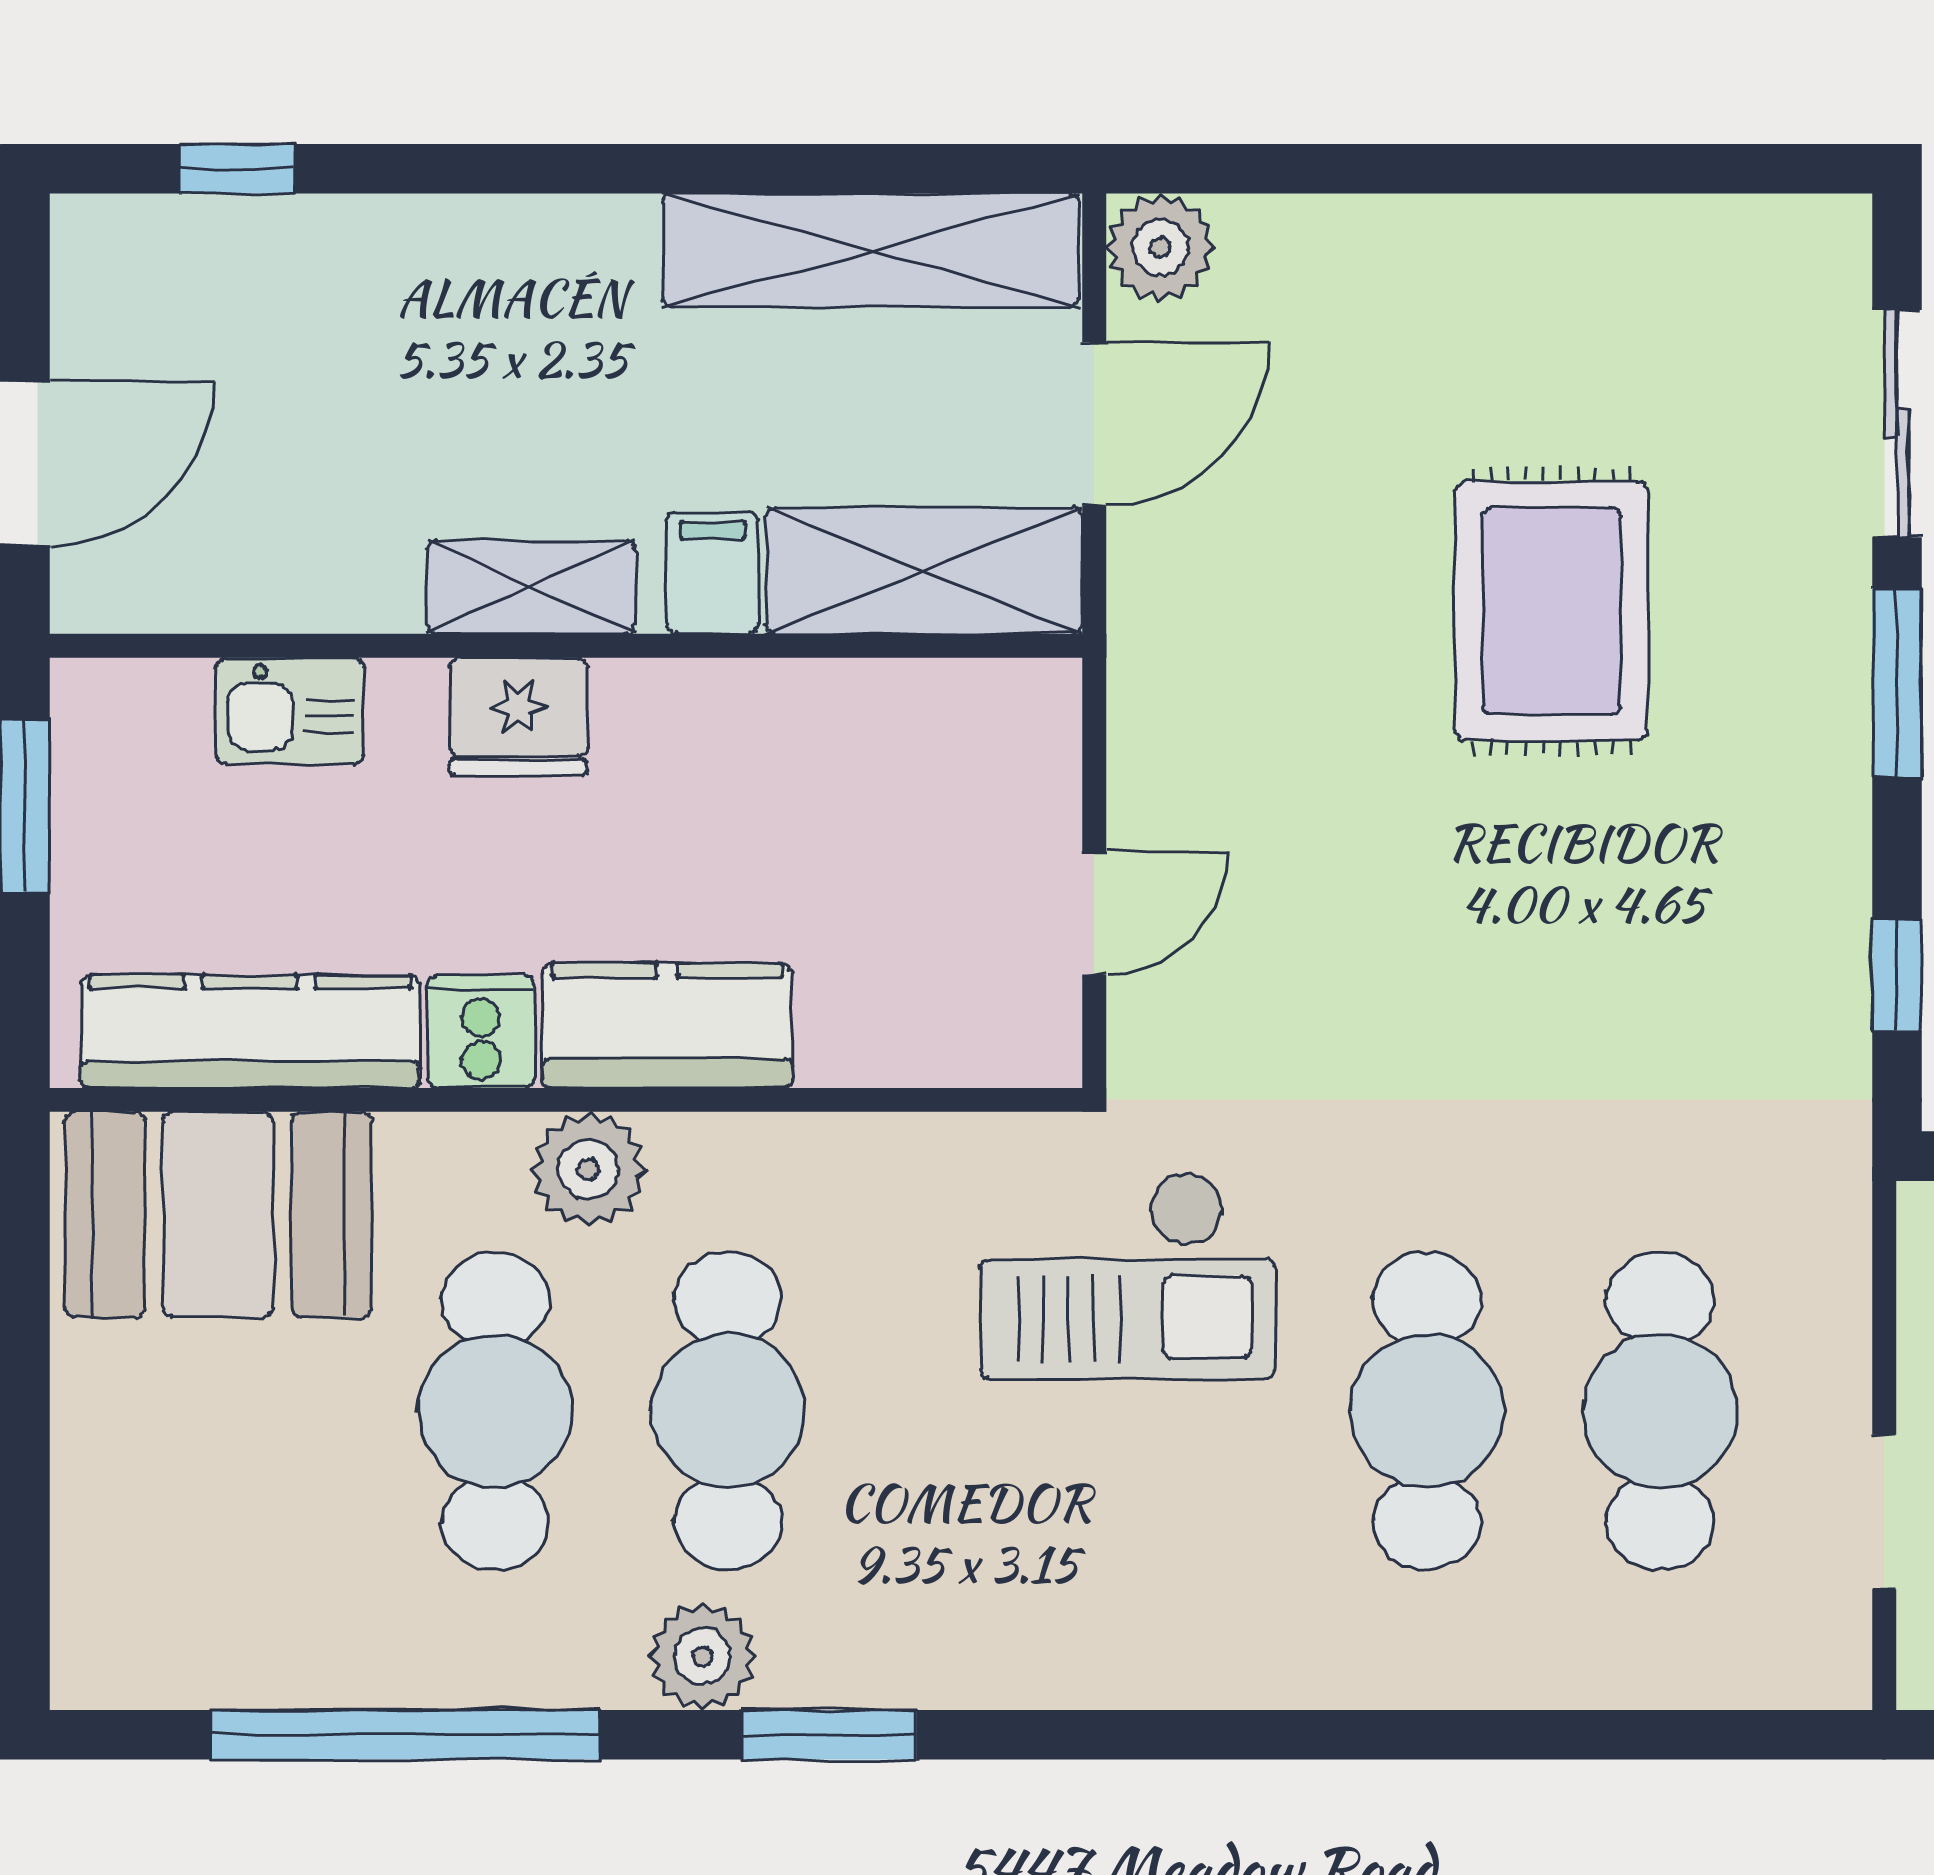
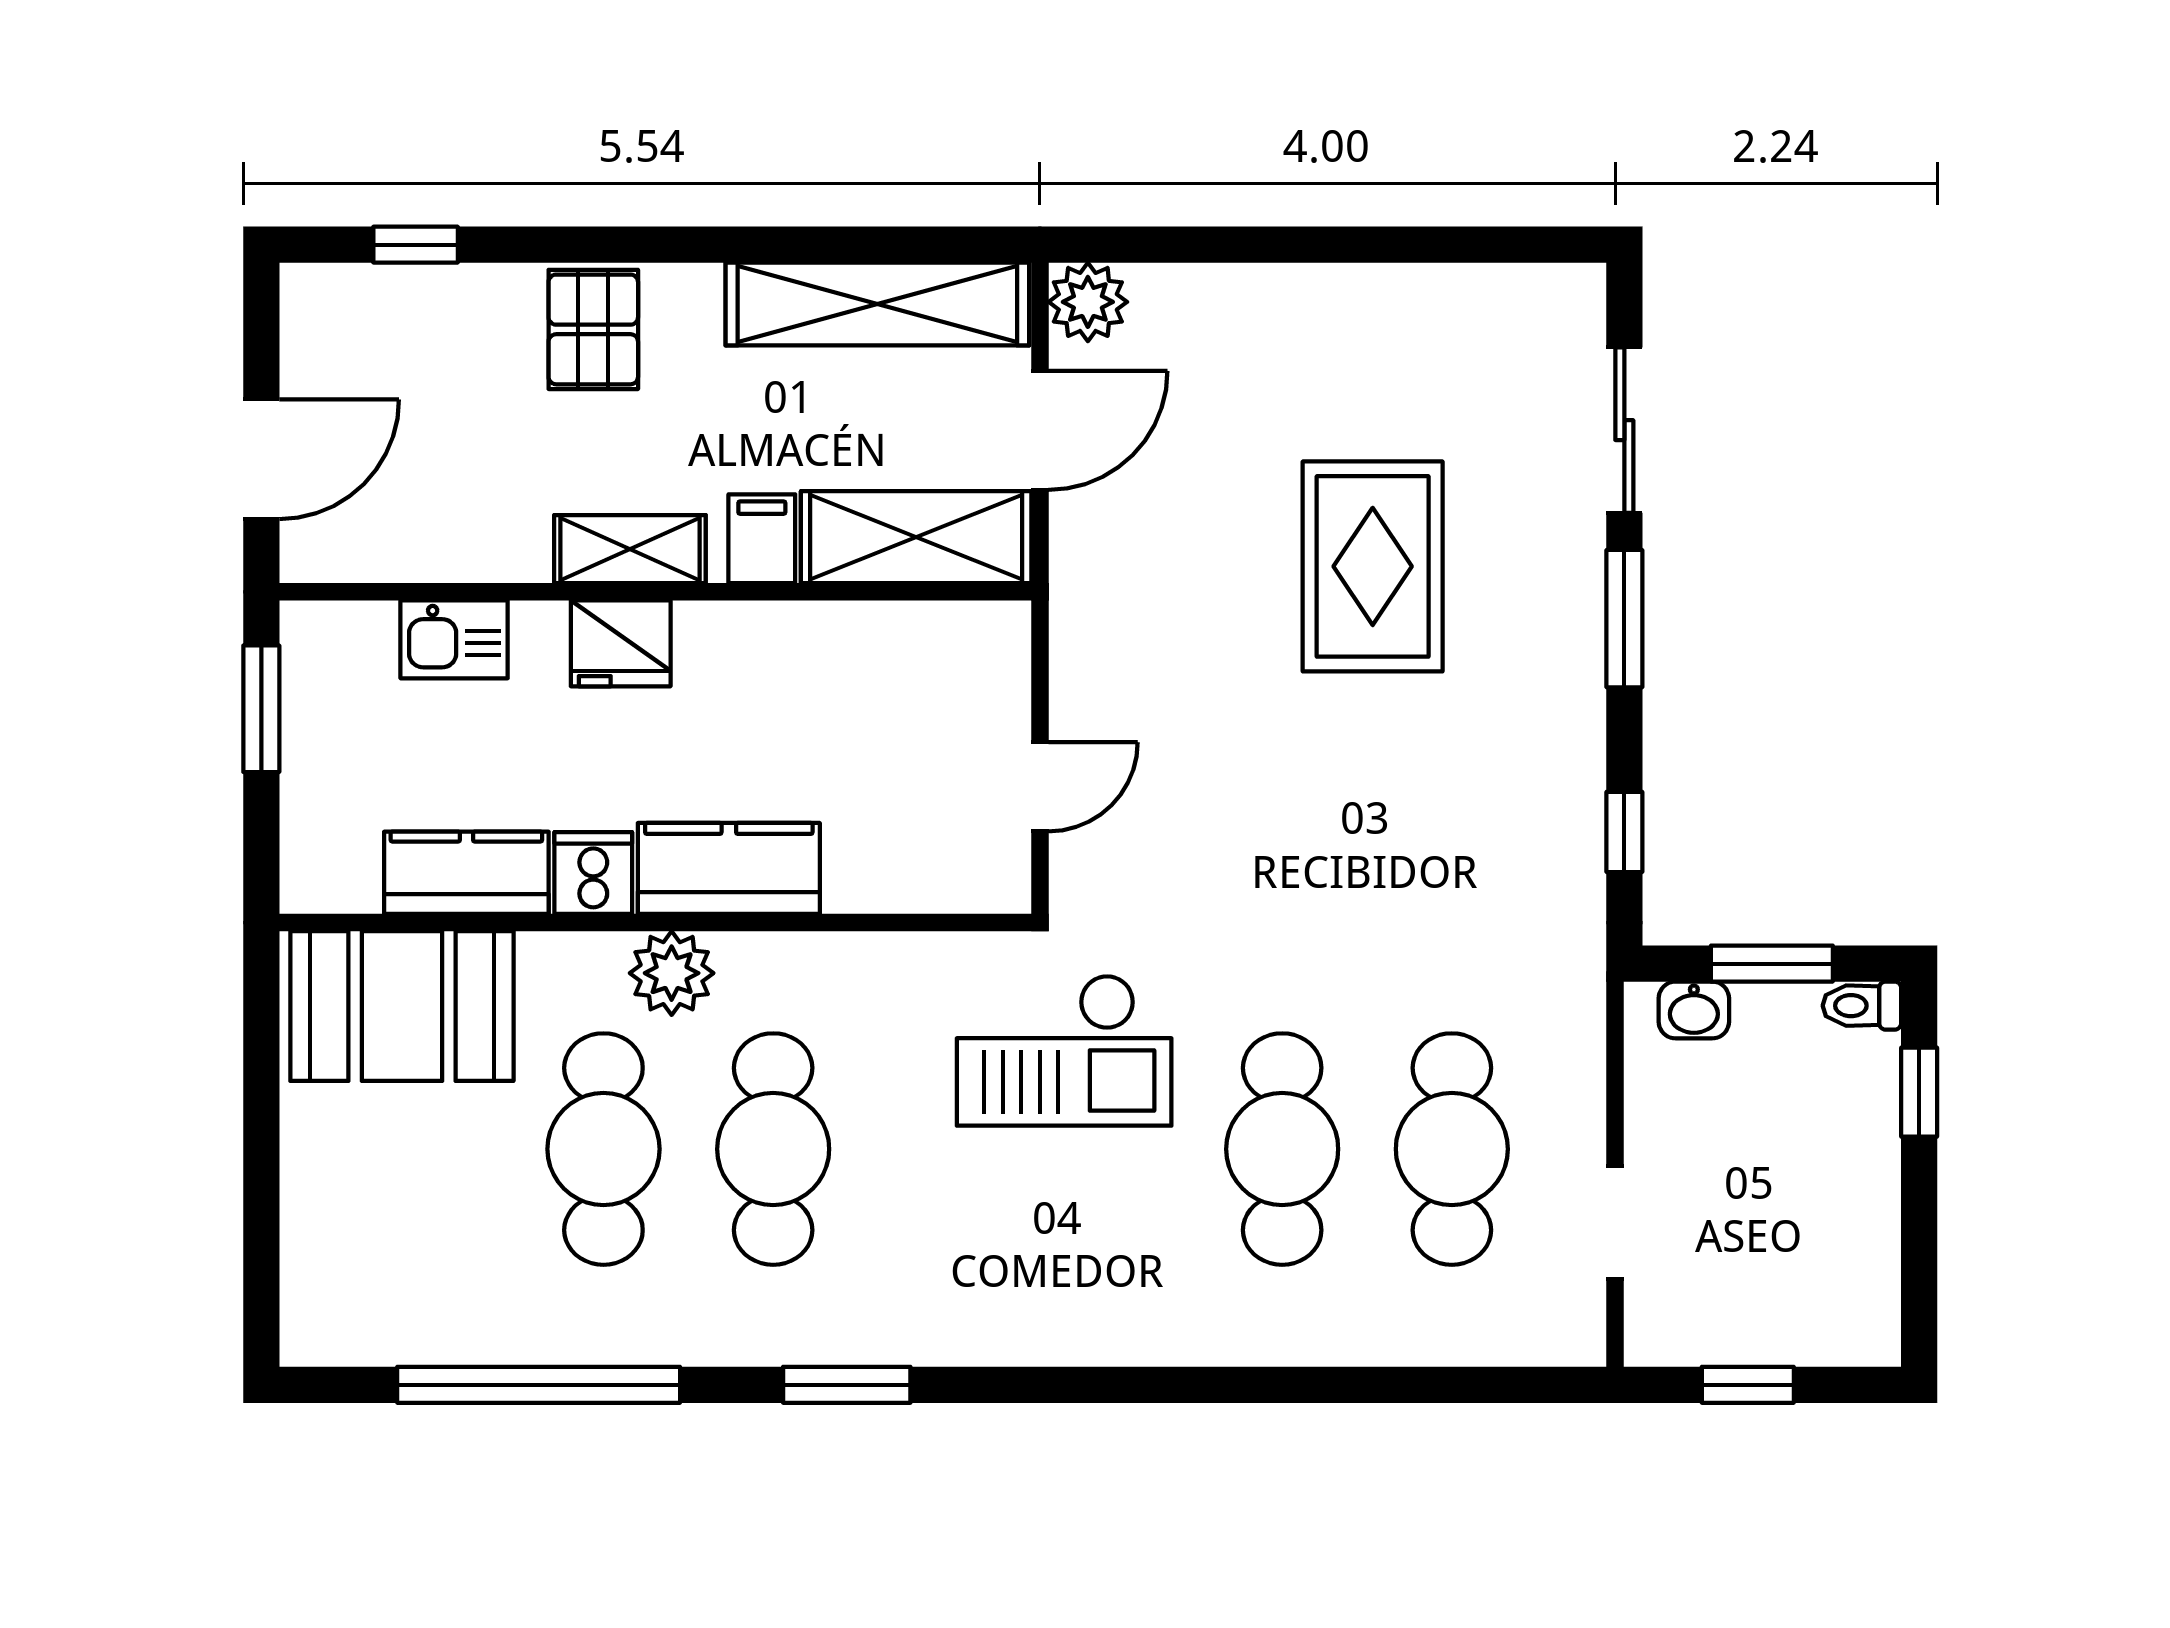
pallet: (481, 285) -> (593, 329), added
kitchen counter: (250, 1032) -> (466, 873), width x0.67
plant: (702, 1657) -> (755, 1328), removed

